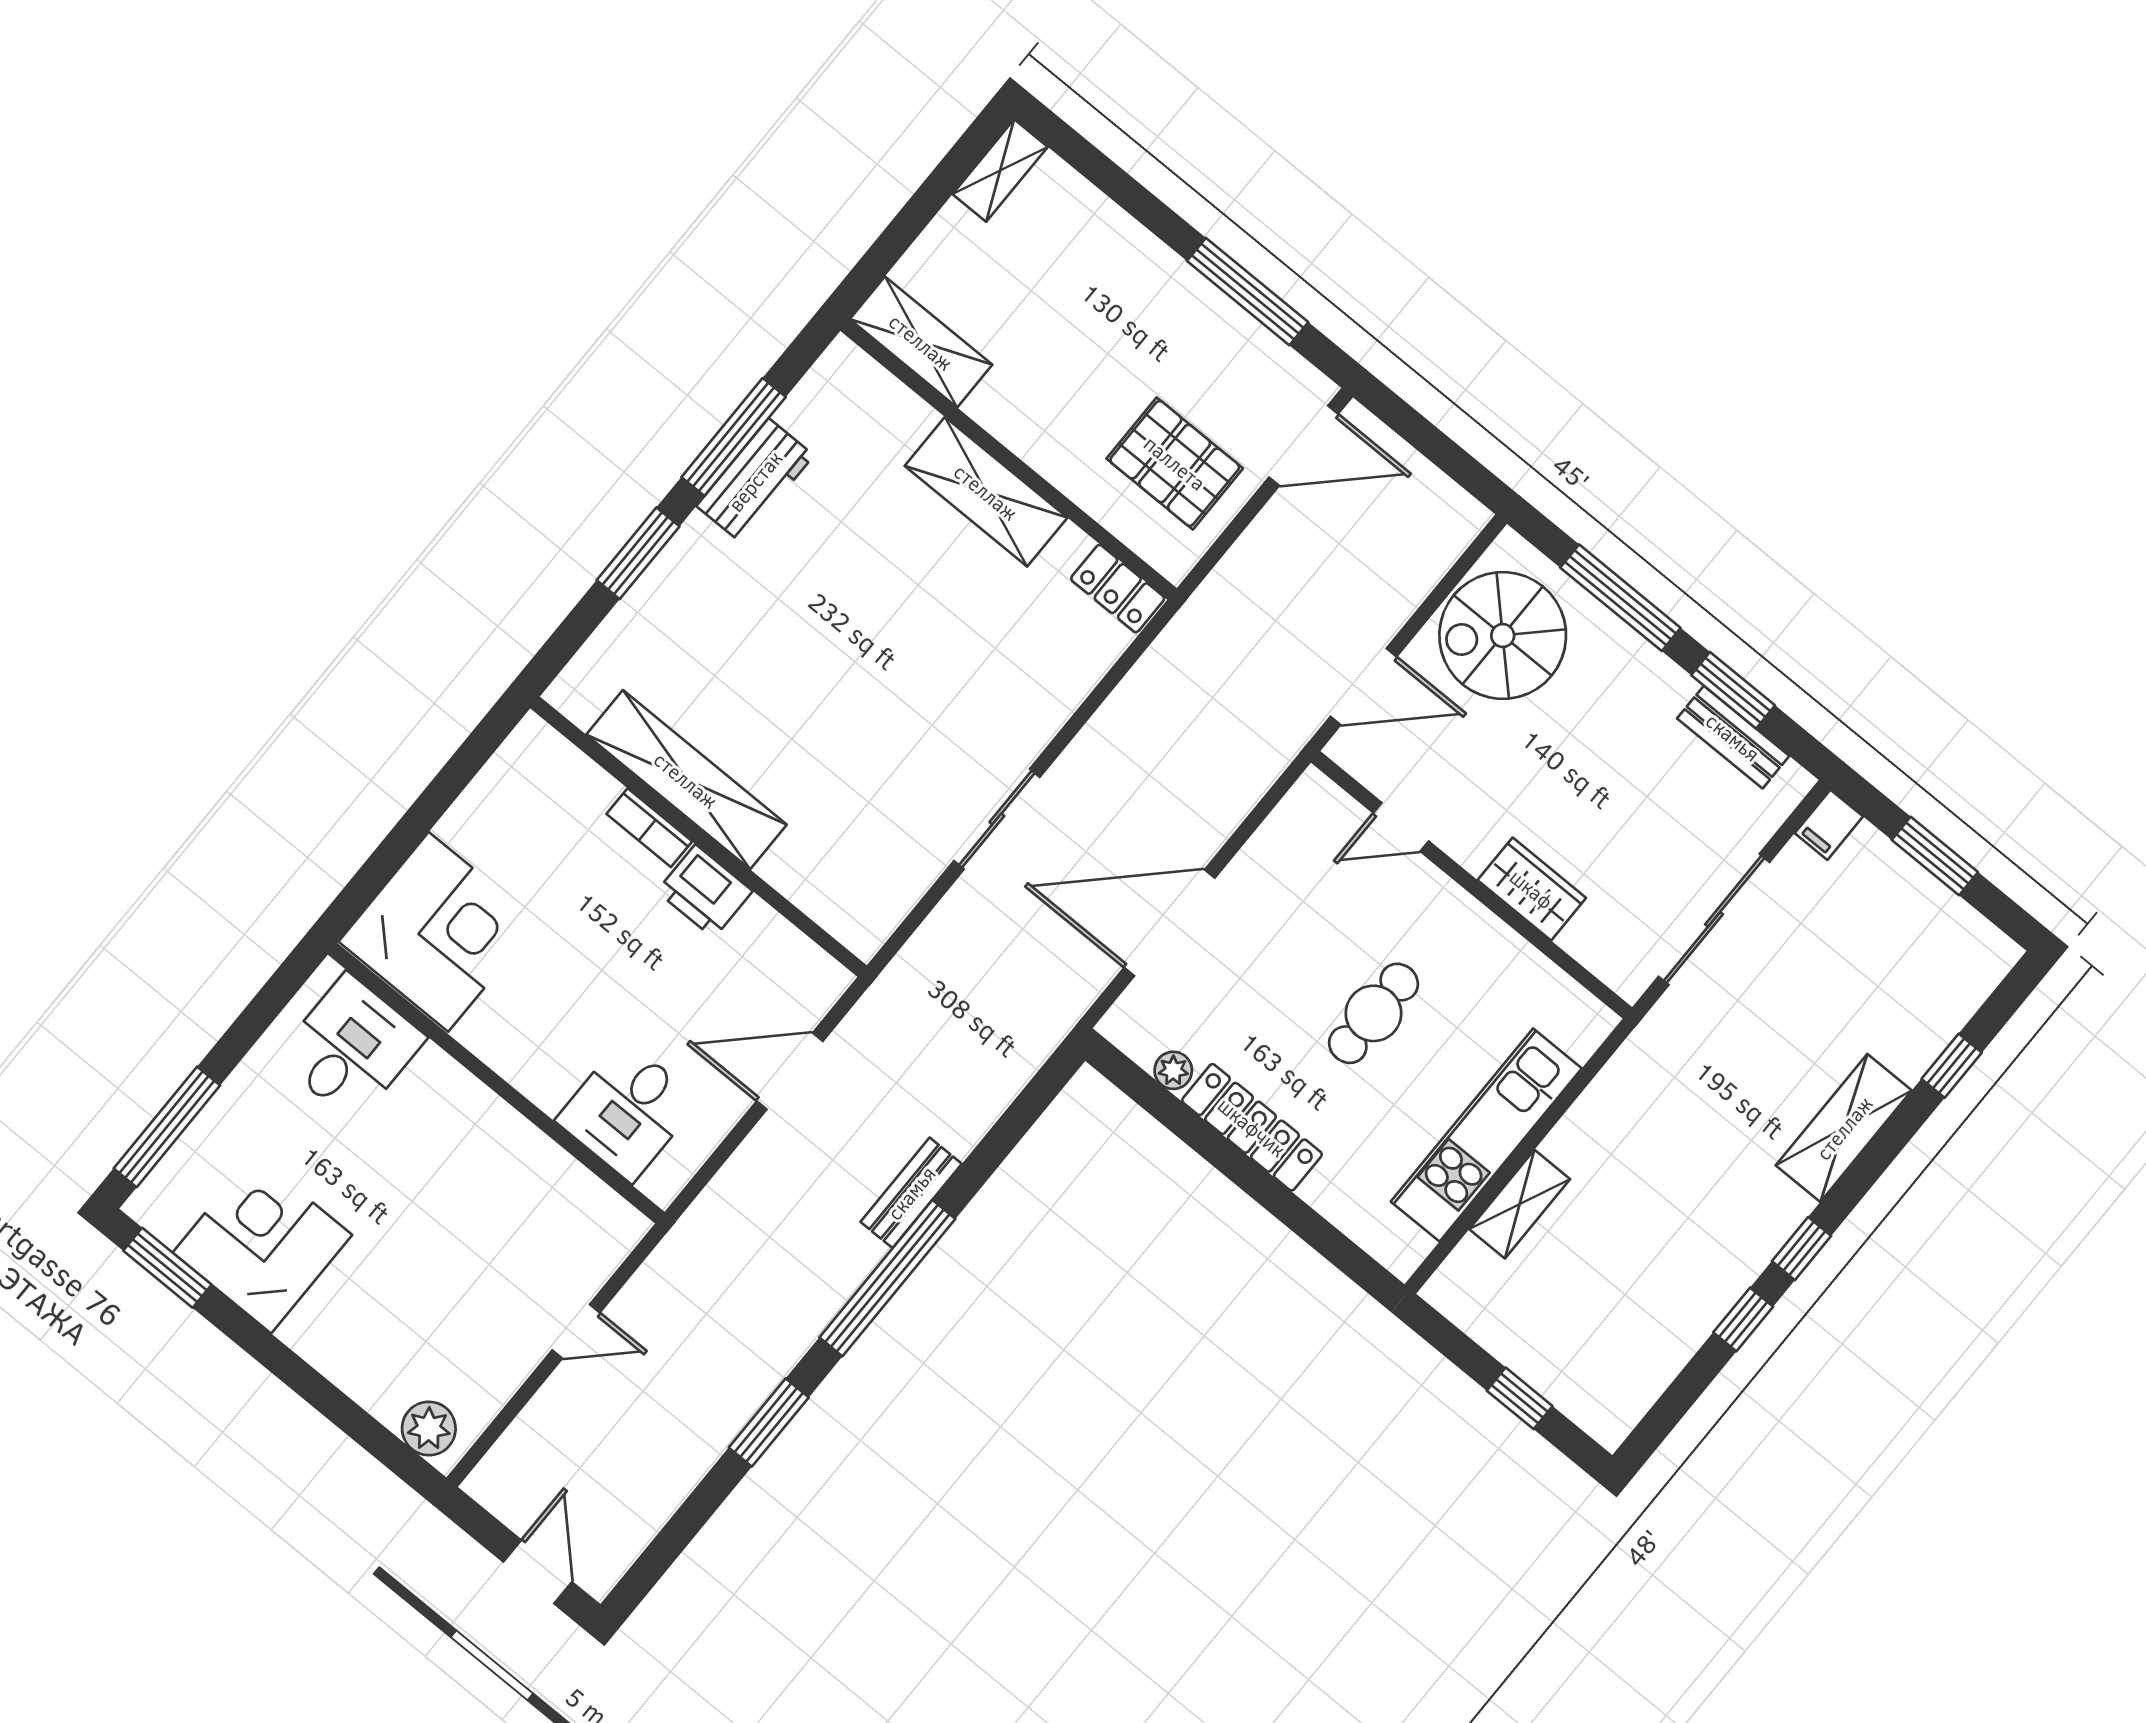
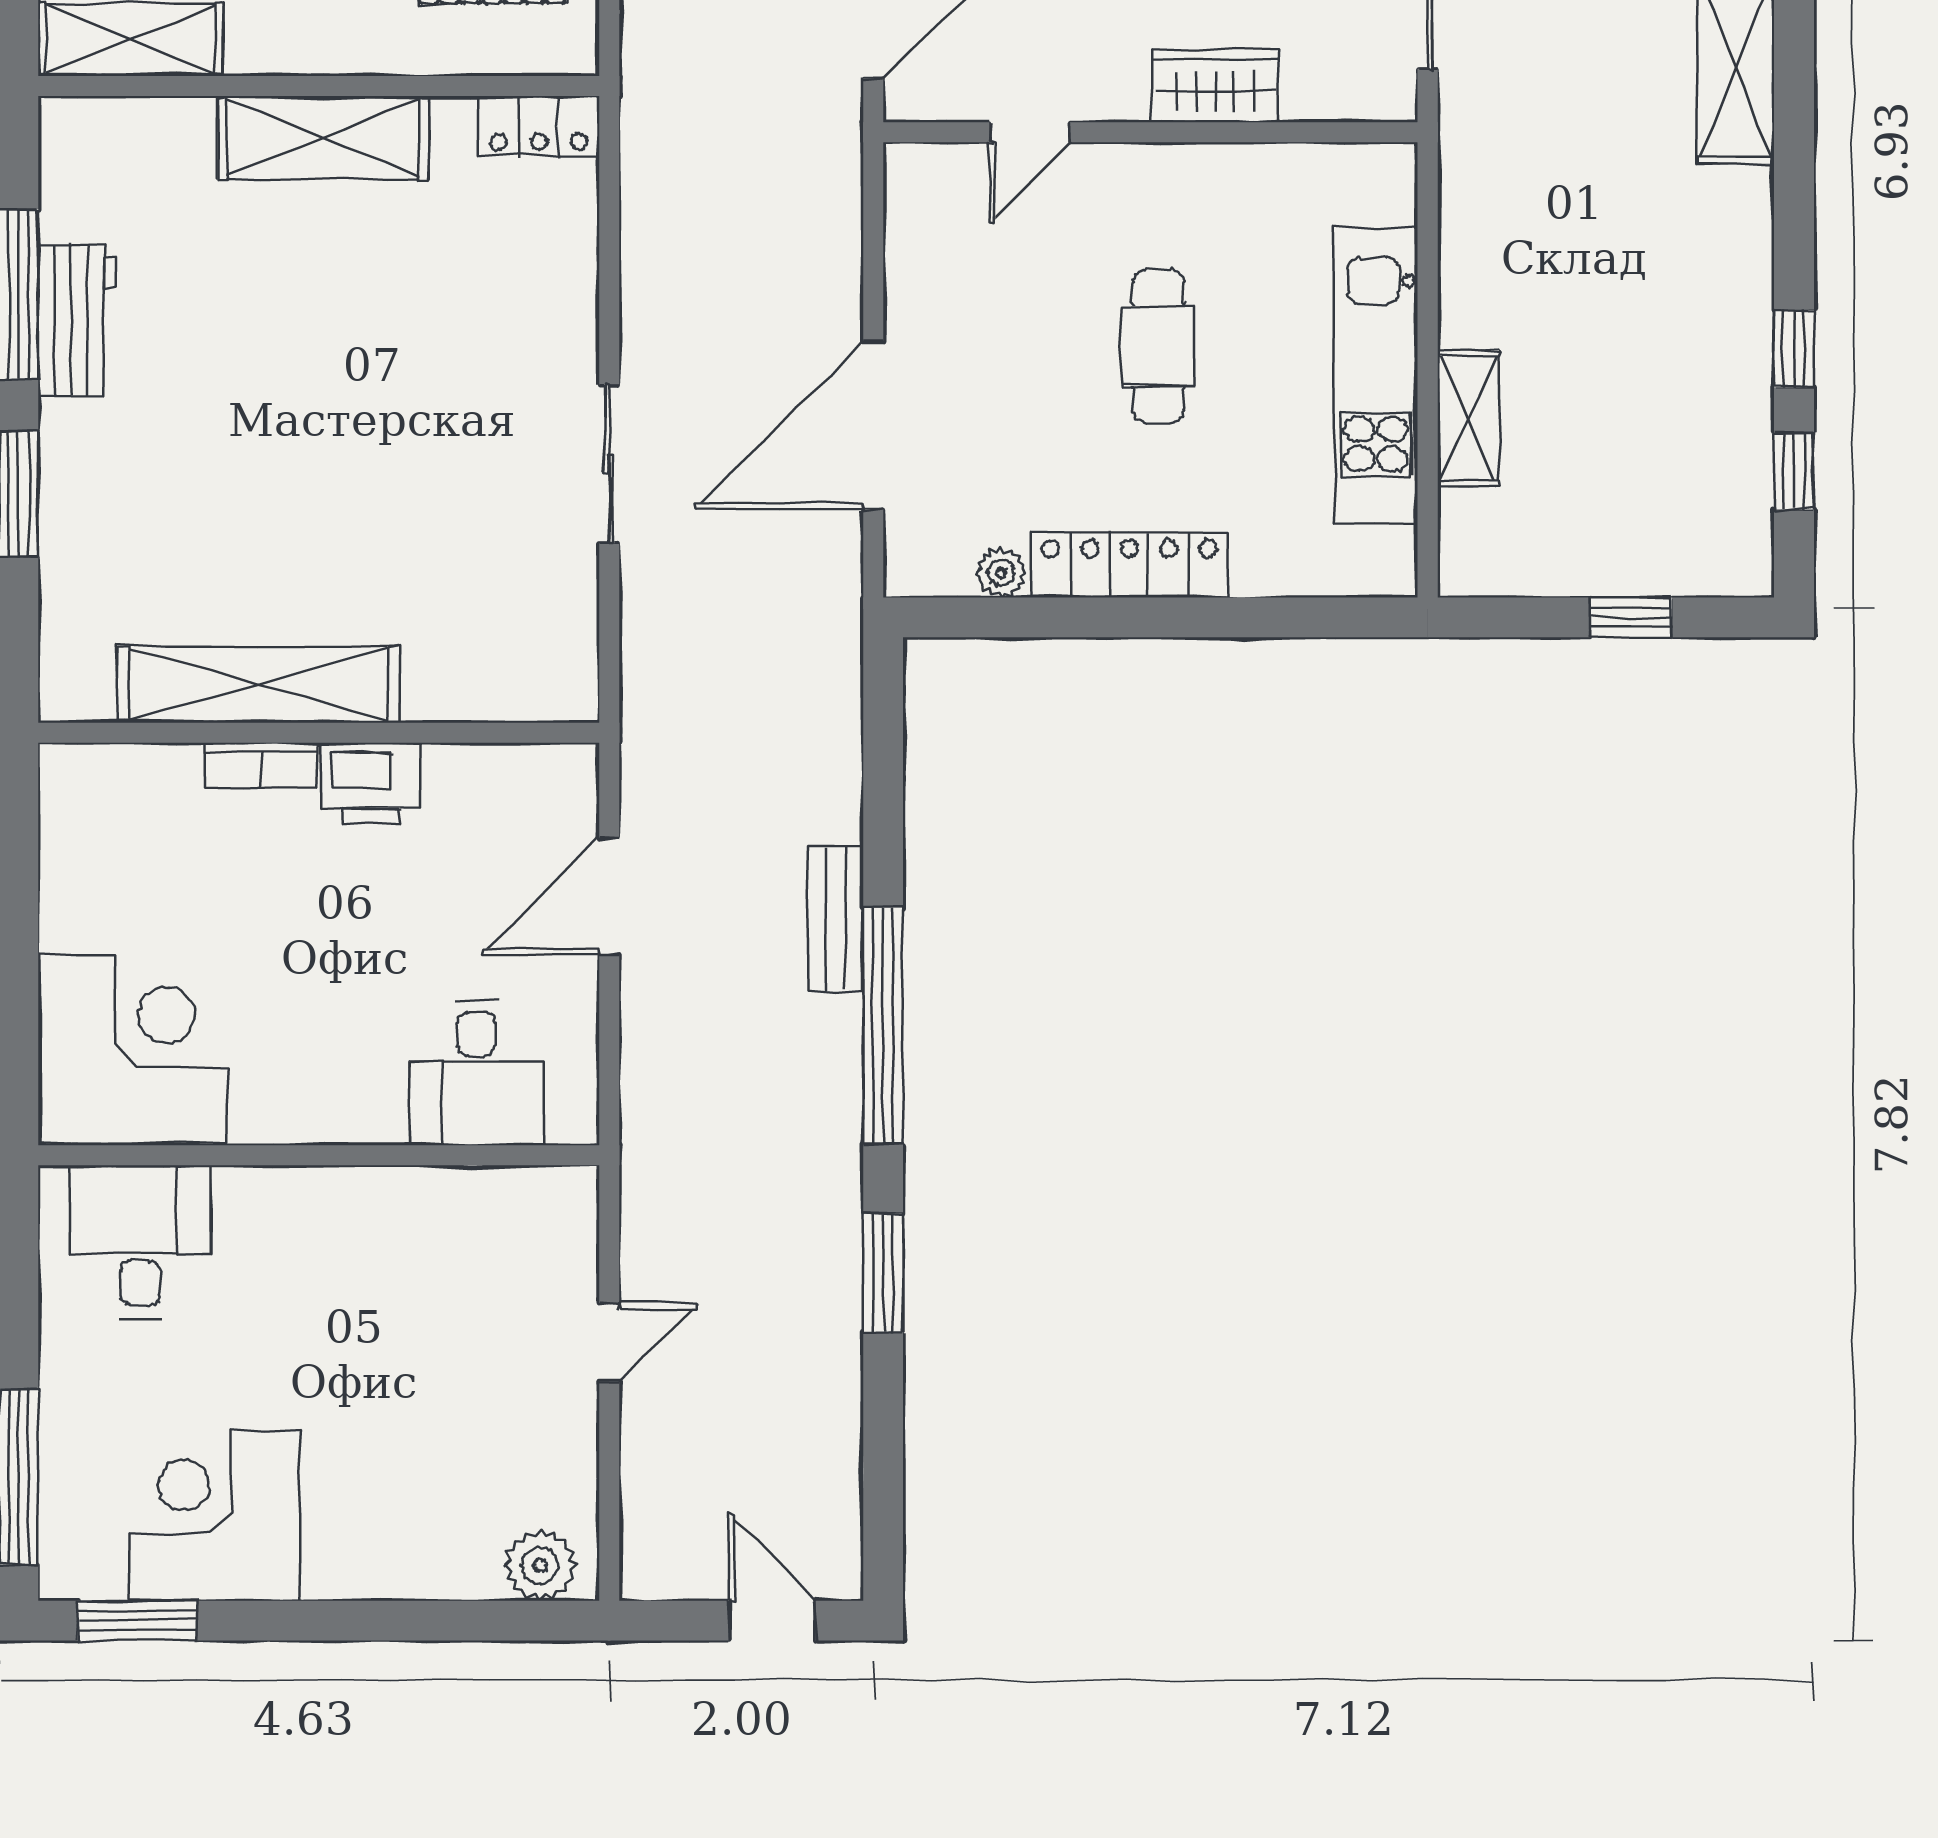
window: (1802, 1249) -> (1794, 471), moved

